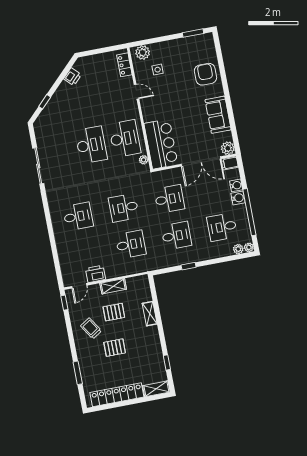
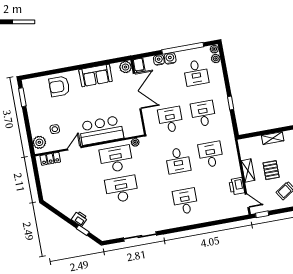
printer: (72, 77) -> (80, 219), moved
bar counter: (161, 144) -> (101, 130), moved

